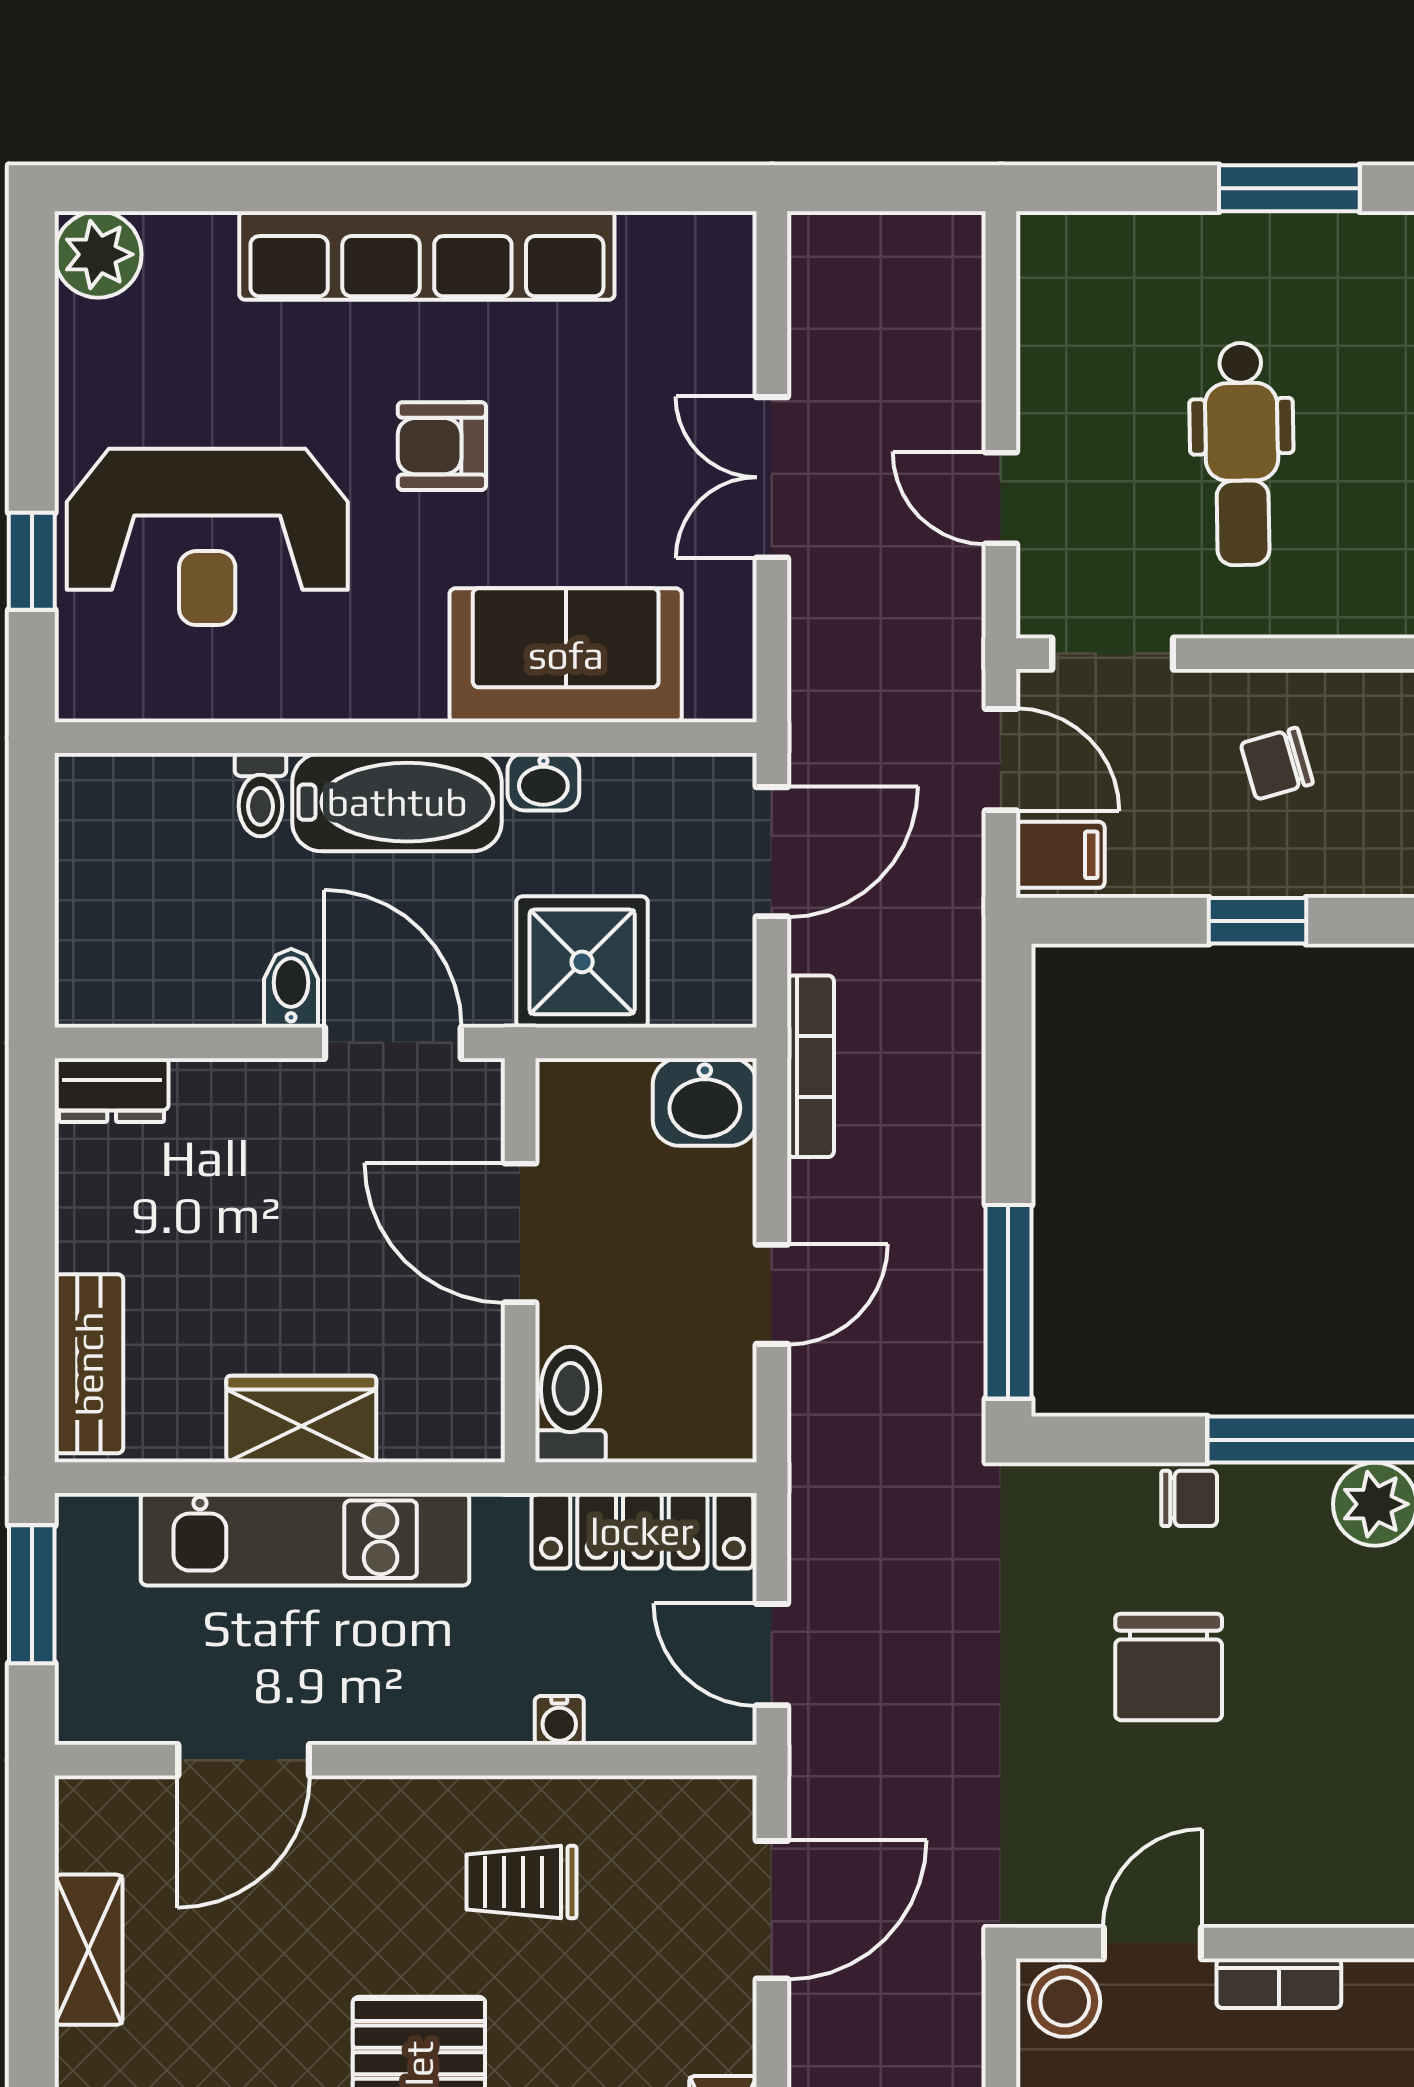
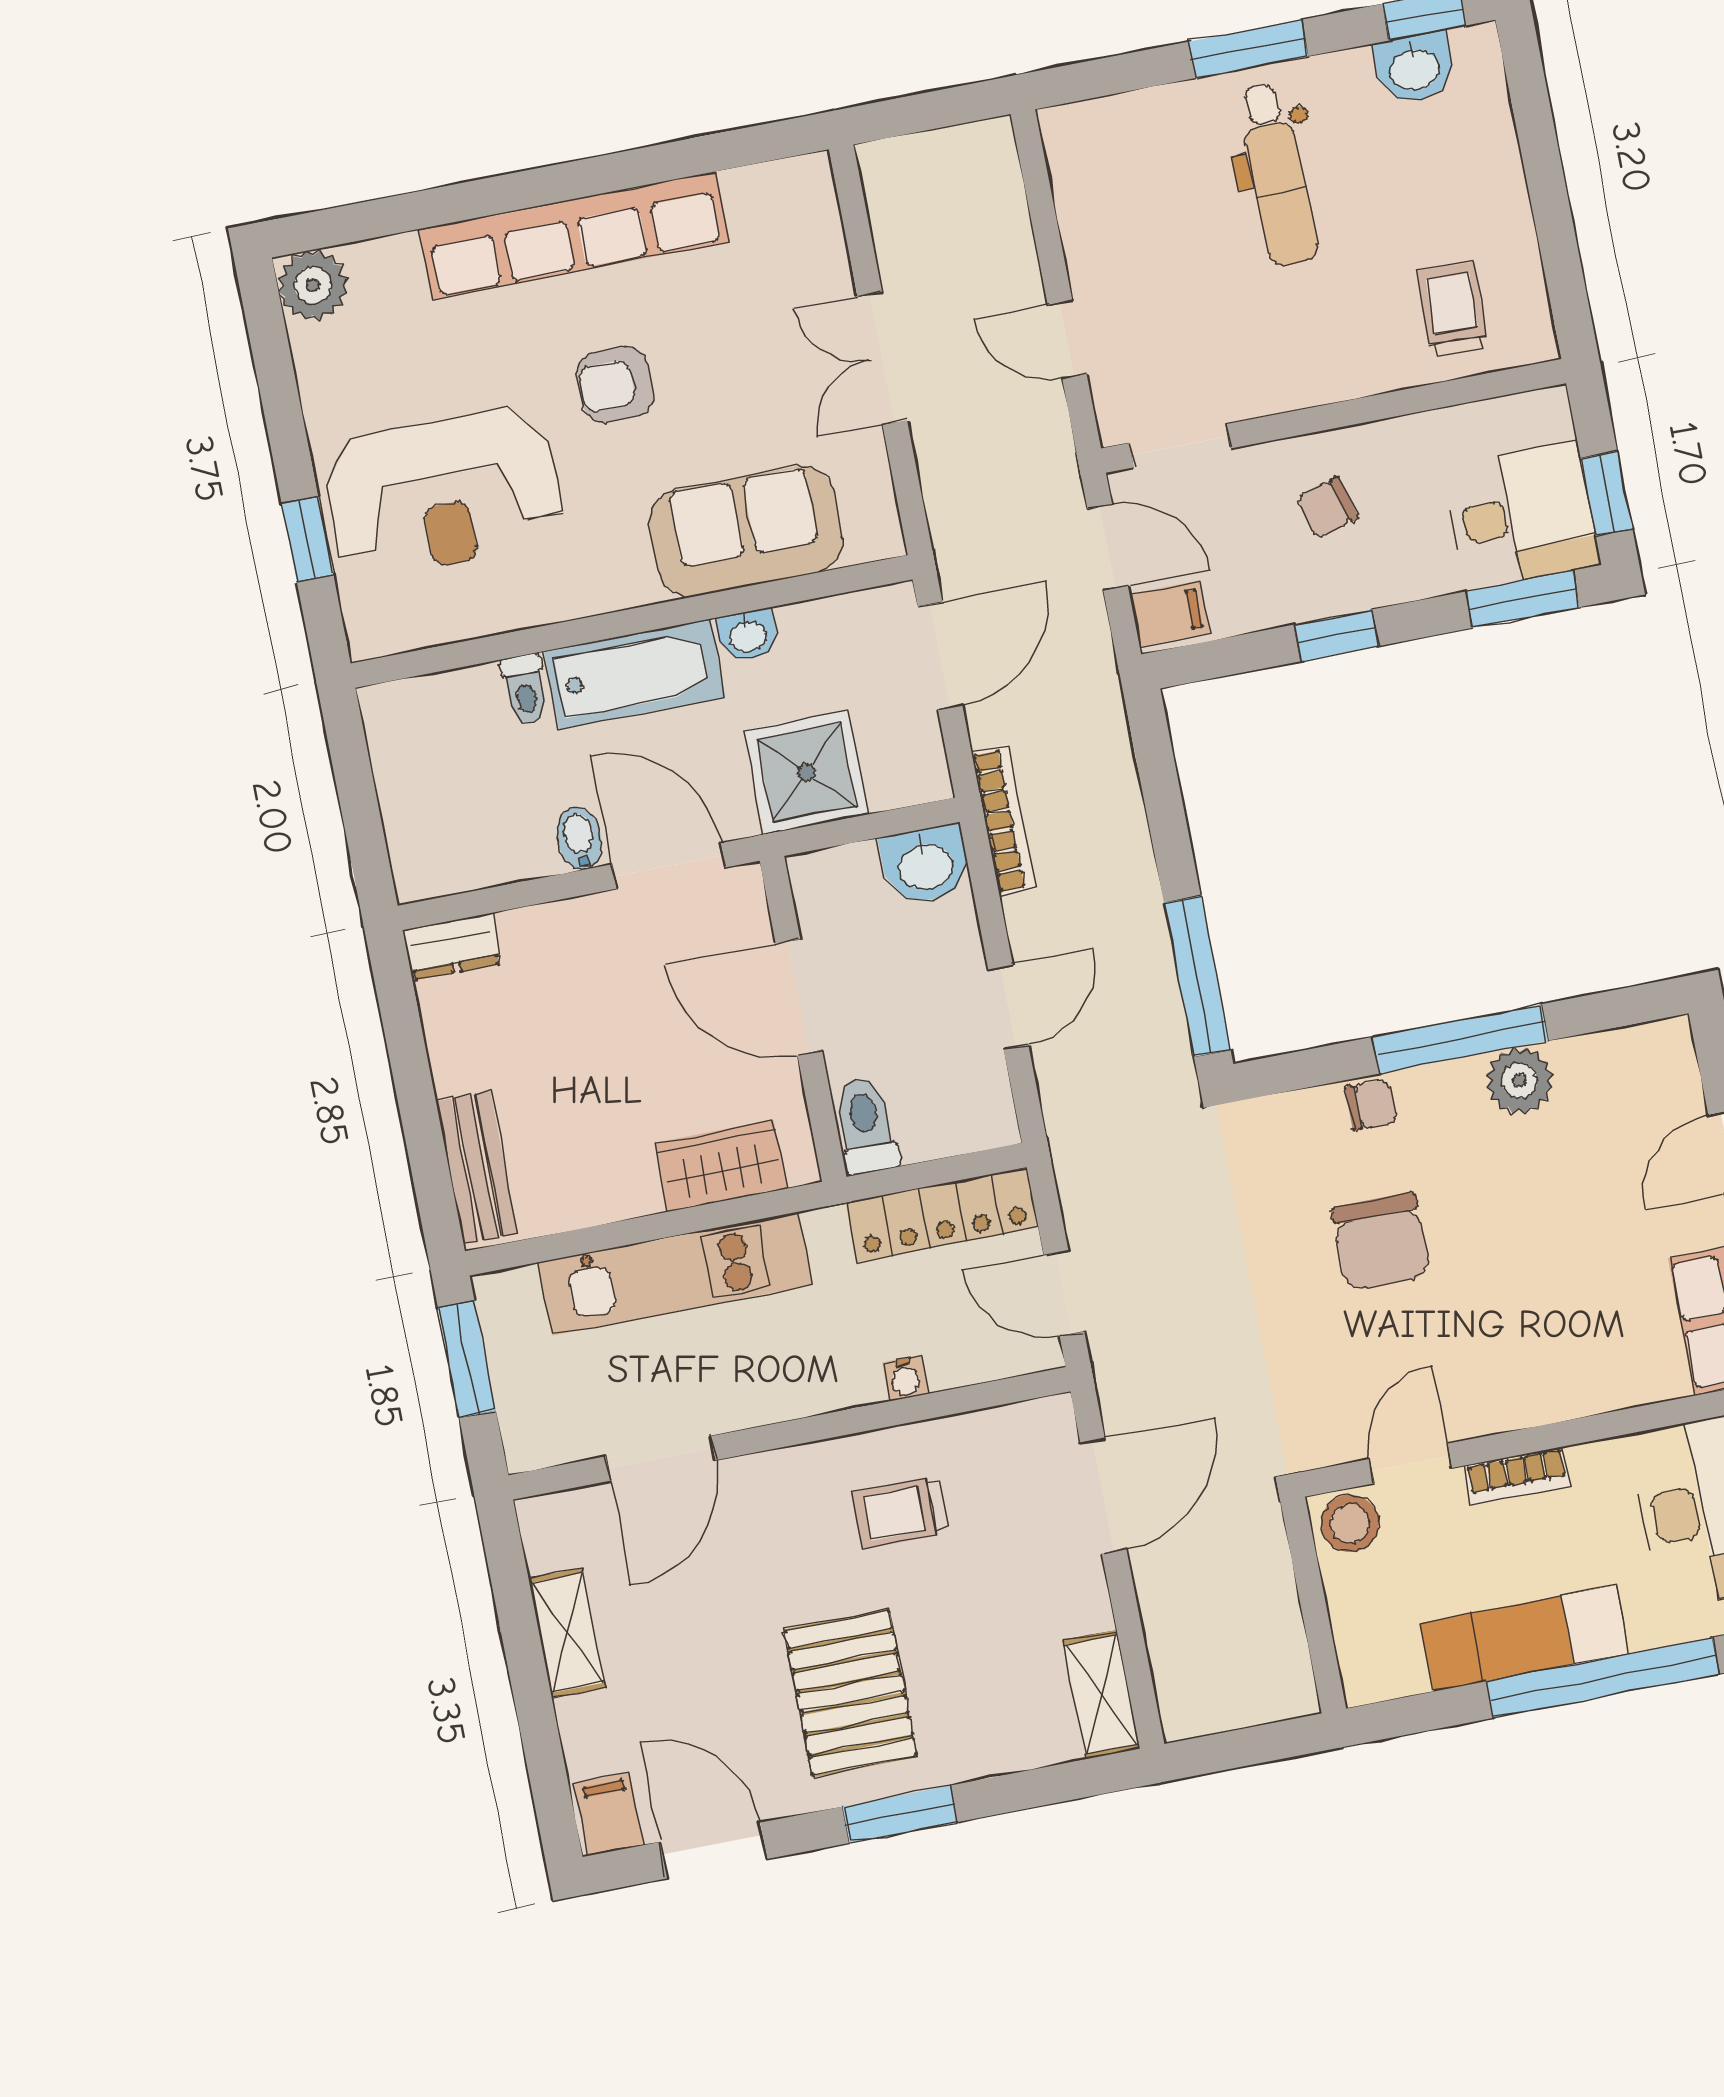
dental chair: (1242, 454) -> (1277, 174), moved
wardrobe: (301, 1419) -> (721, 1166), moved

